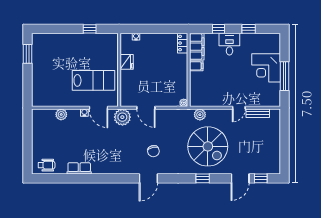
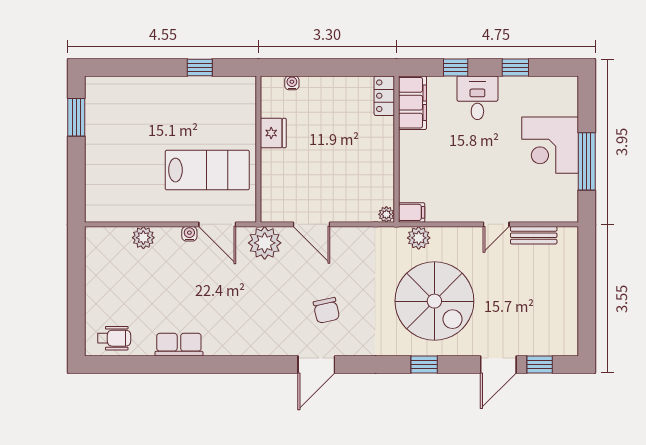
filing cabinet: (196, 66) -> (412, 212), moved

